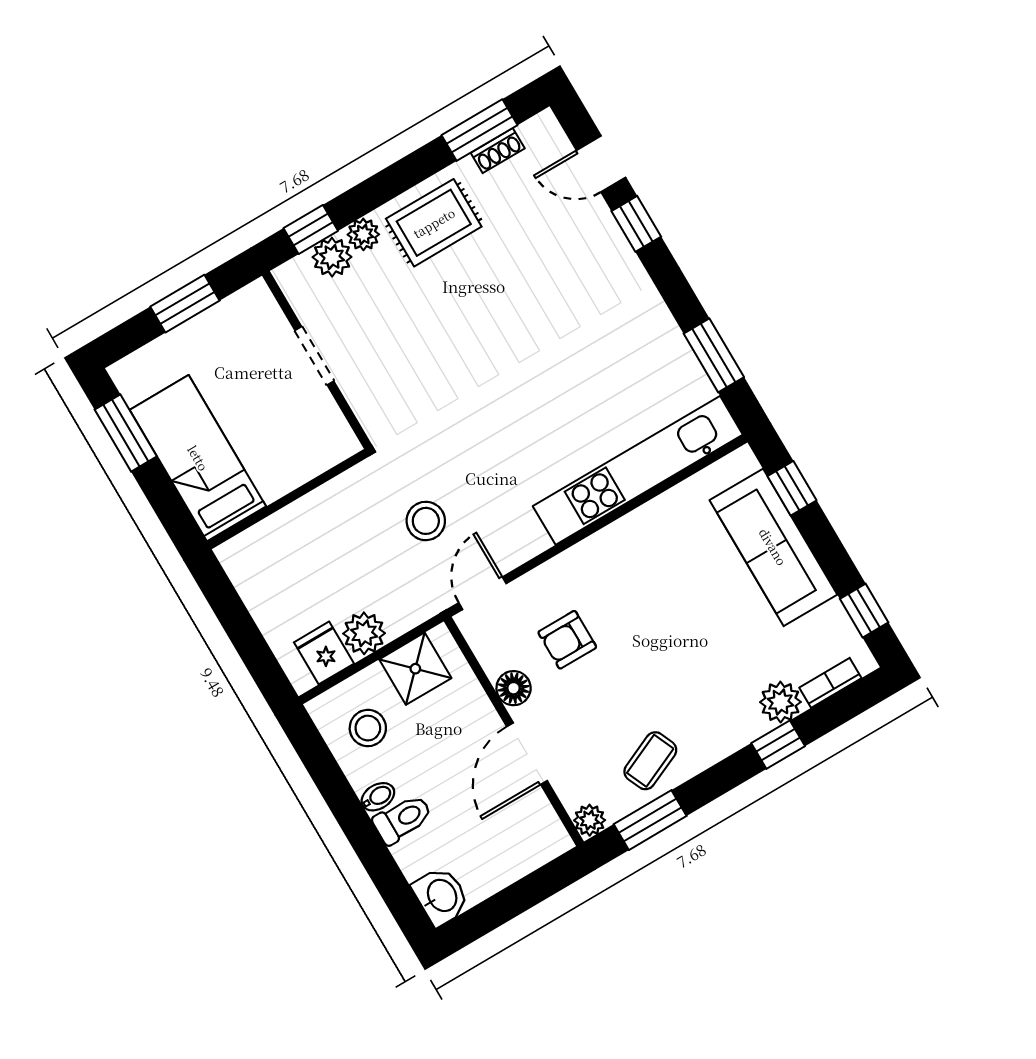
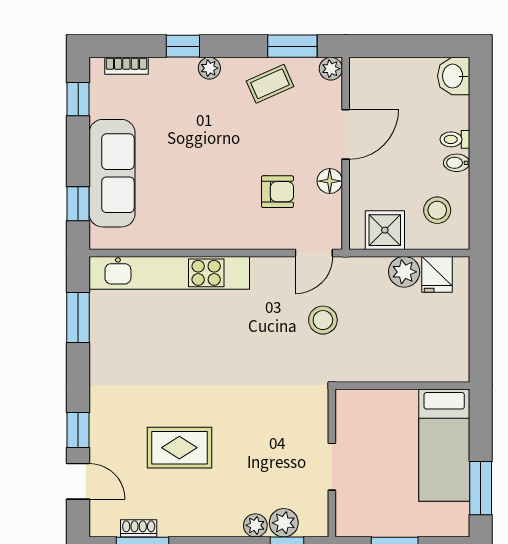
rug: (434, 223) -> (179, 448), moved
plant: (780, 702) -> (209, 68), moved, width x0.73, depth x0.73
toilet: (403, 819) -> (455, 139), width x0.73, depth x0.72

